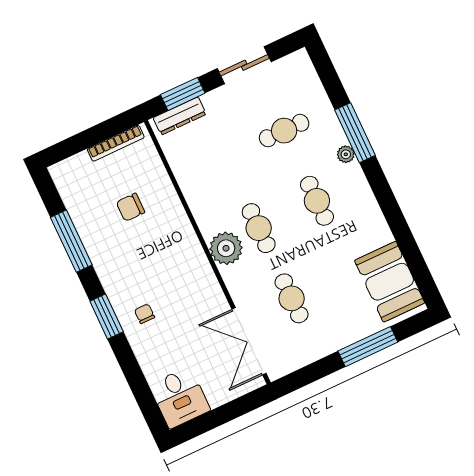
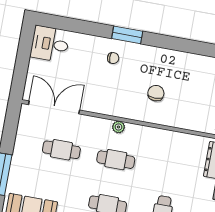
chair: (130, 207) -> (156, 93), moved
window: (71, 241) -> (185, 45), removed
plant: (226, 248) -> (118, 127), width x0.53, depth x0.53

